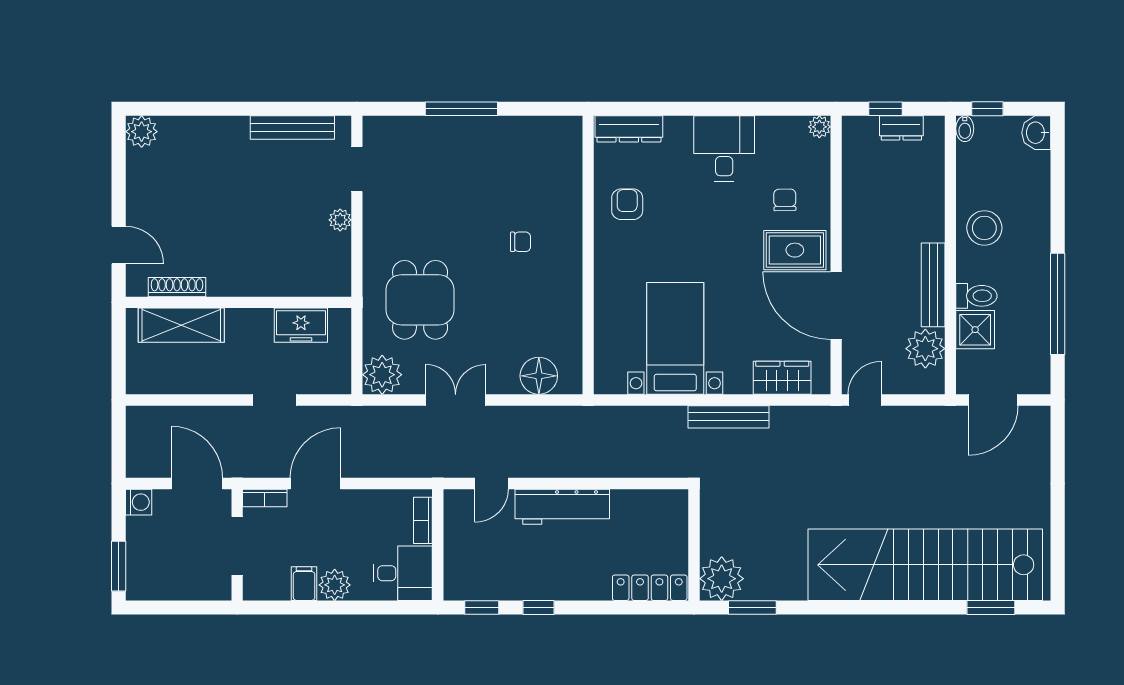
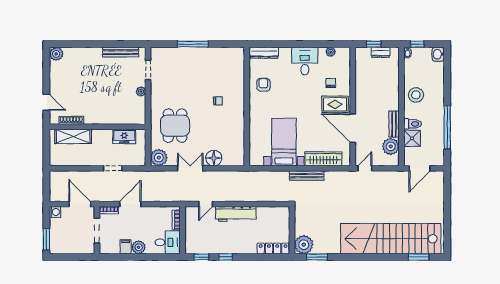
plant: (819, 127) -> (331, 52), moved
bench: (933, 285) -> (394, 124), width x0.73
floor lamp: (539, 376) -> (214, 158), moved
wardrobe: (782, 378) -> (324, 159), width x1.50

